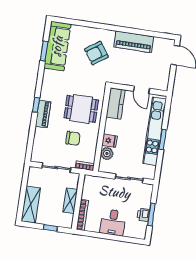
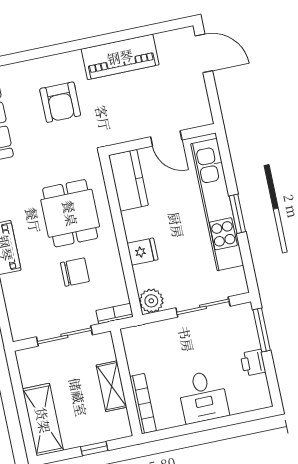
armchair: (96, 53) -> (60, 102), turned -55
dining table: (81, 109) -> (70, 213), turned 90
plant: (107, 154) -> (151, 301), moved
window: (151, 214) -> (262, 330), moved

